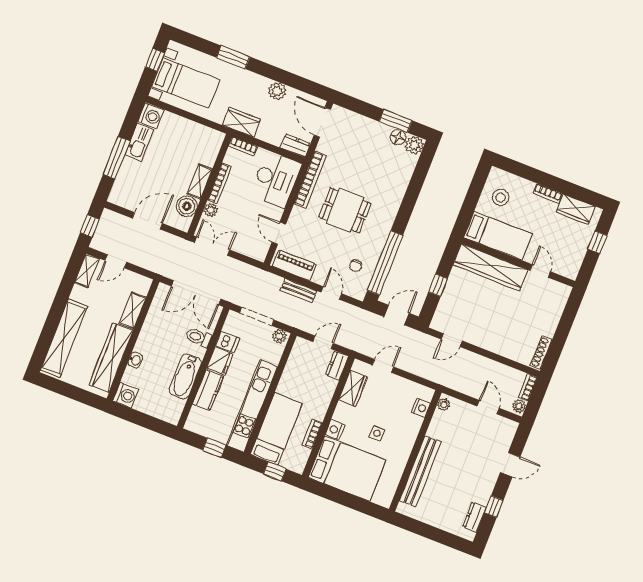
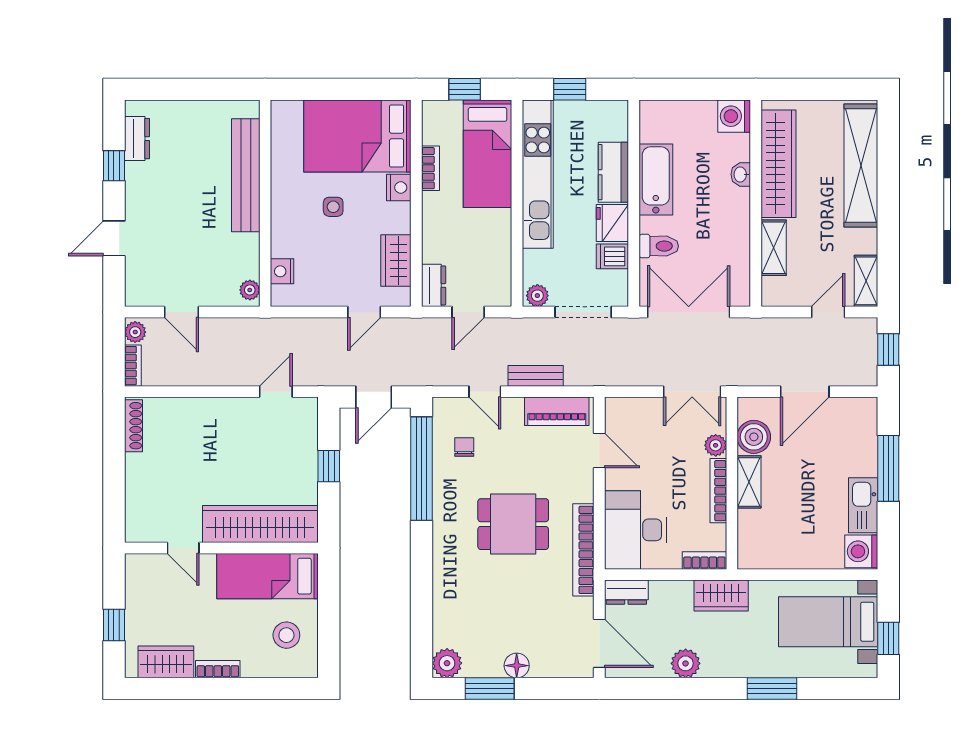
floor lamp: (398, 137) -> (517, 666), moved

